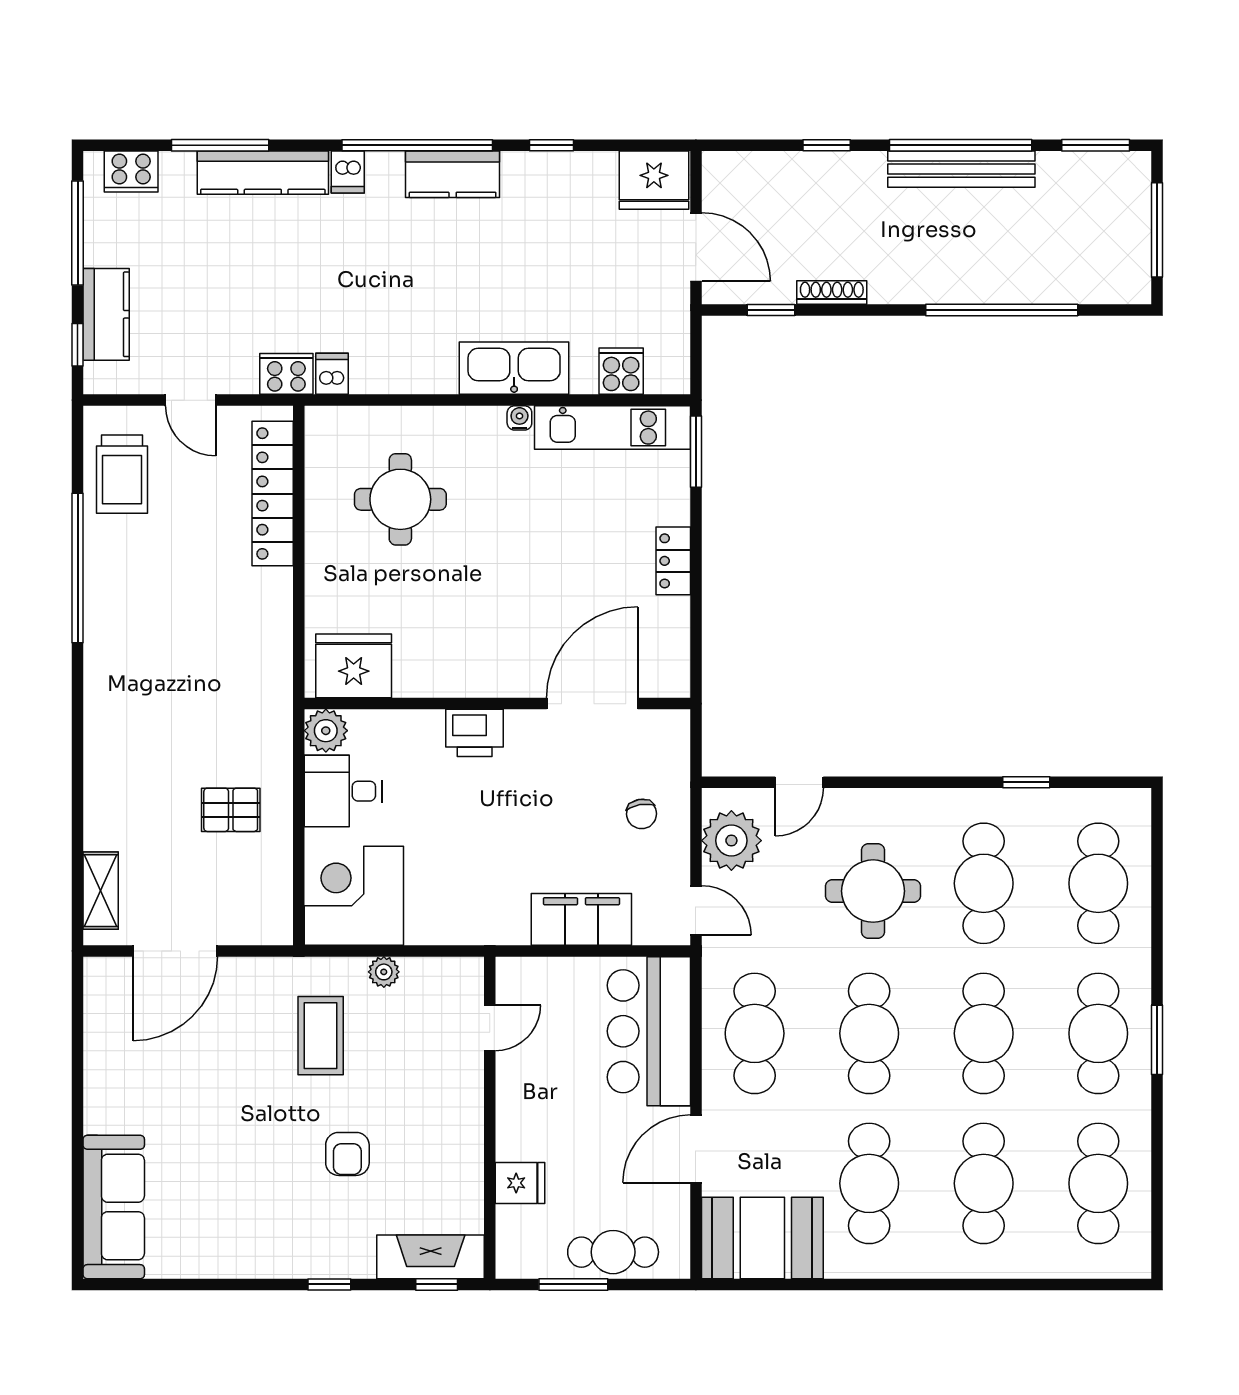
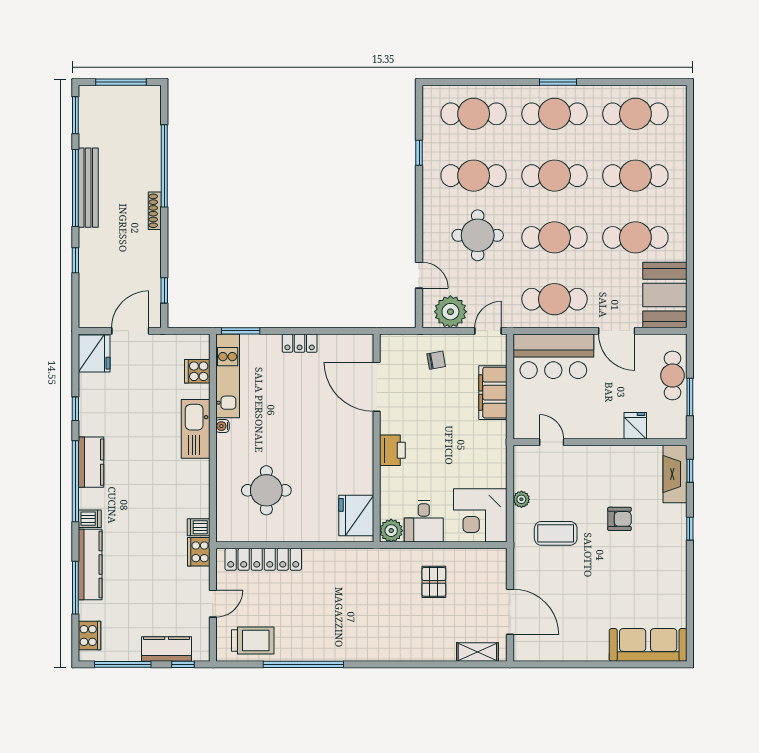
shoe rack: (832, 293) -> (155, 211), moved

